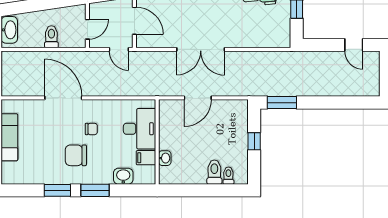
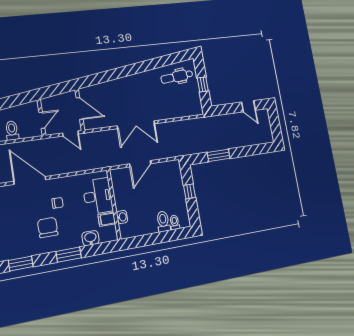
window: (282, 103) -> (219, 155), moved
chair: (76, 155) -> (48, 227), turned 90
window: (57, 190) -> (21, 264), moved

